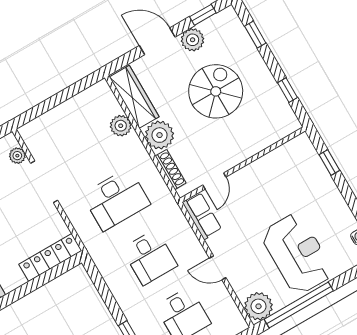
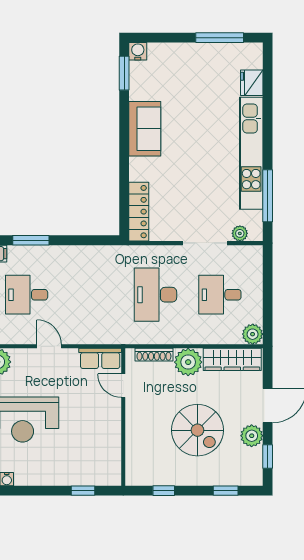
plant: (121, 126) -> (253, 334), moved
desk: (150, 257) -> (220, 295), moved
door: (218, 268) -> (49, 346), hinge flipped

